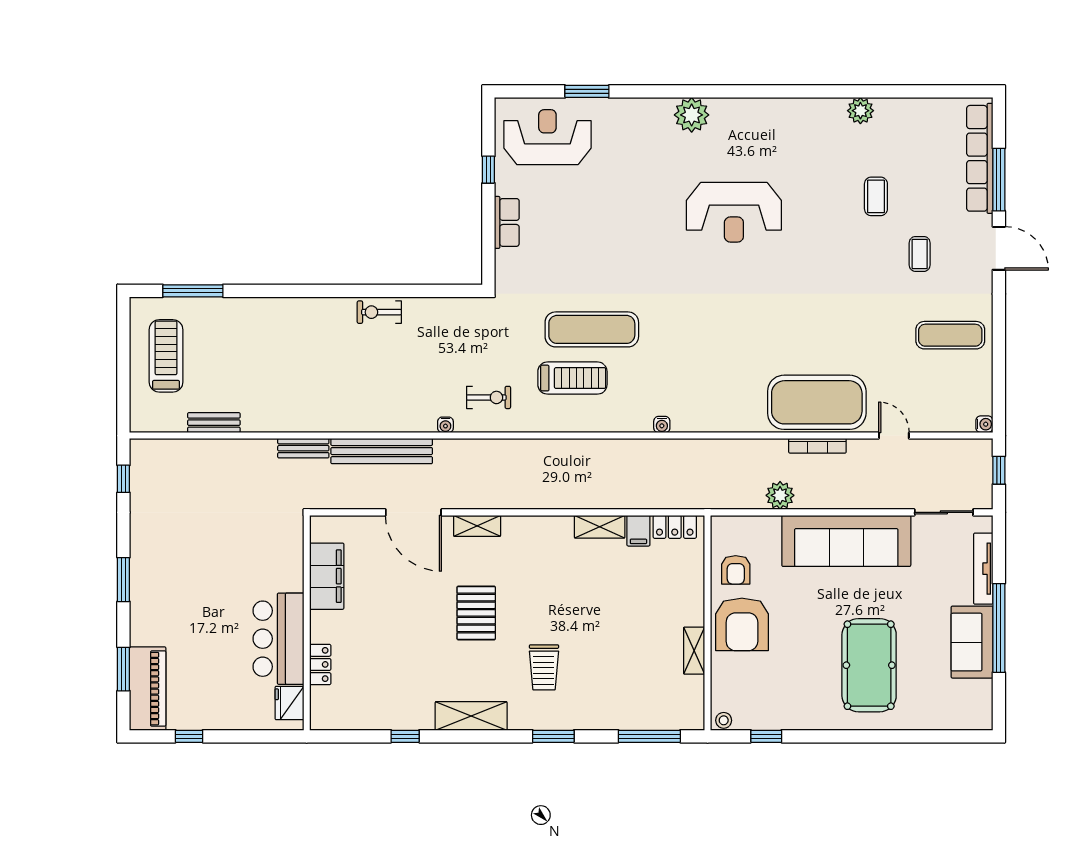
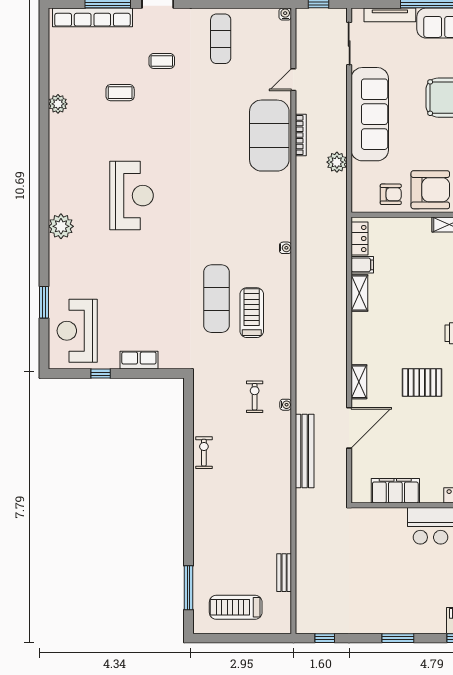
exercise bike: (379, 312) -> (204, 453), turned 180
exercise bike: (489, 397) -> (255, 397), moved
bench: (303, 448) -> (303, 508), removed

